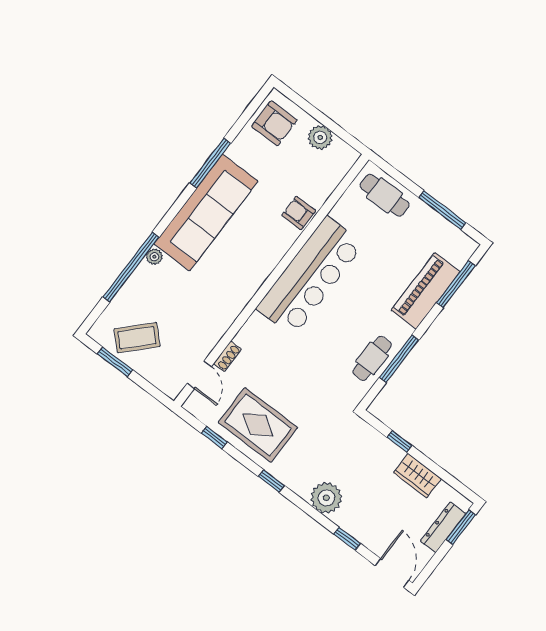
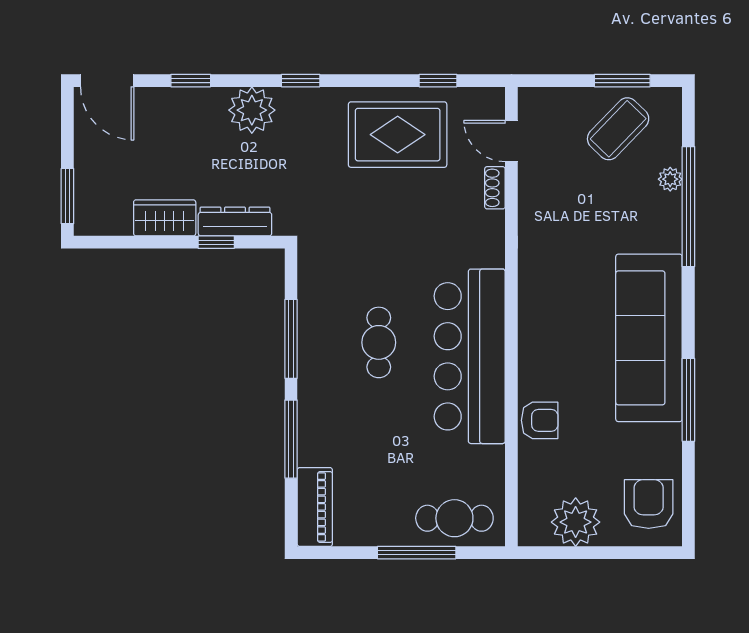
armchair: (274, 123) -> (649, 504), turned 90
plant: (320, 137) -> (576, 522), width x1.36, depth x1.36
window: (442, 210) -> (417, 553), moved
plant: (154, 257) -> (670, 179), moved
window: (456, 284) -> (291, 439), moved
piano: (426, 291) -> (315, 507), moved, width x0.73, depth x0.75
cafe table: (372, 358) -> (379, 342), moved
window: (271, 481) -> (301, 81), moved
dresser: (443, 527) -> (235, 222), moved, turned -90

